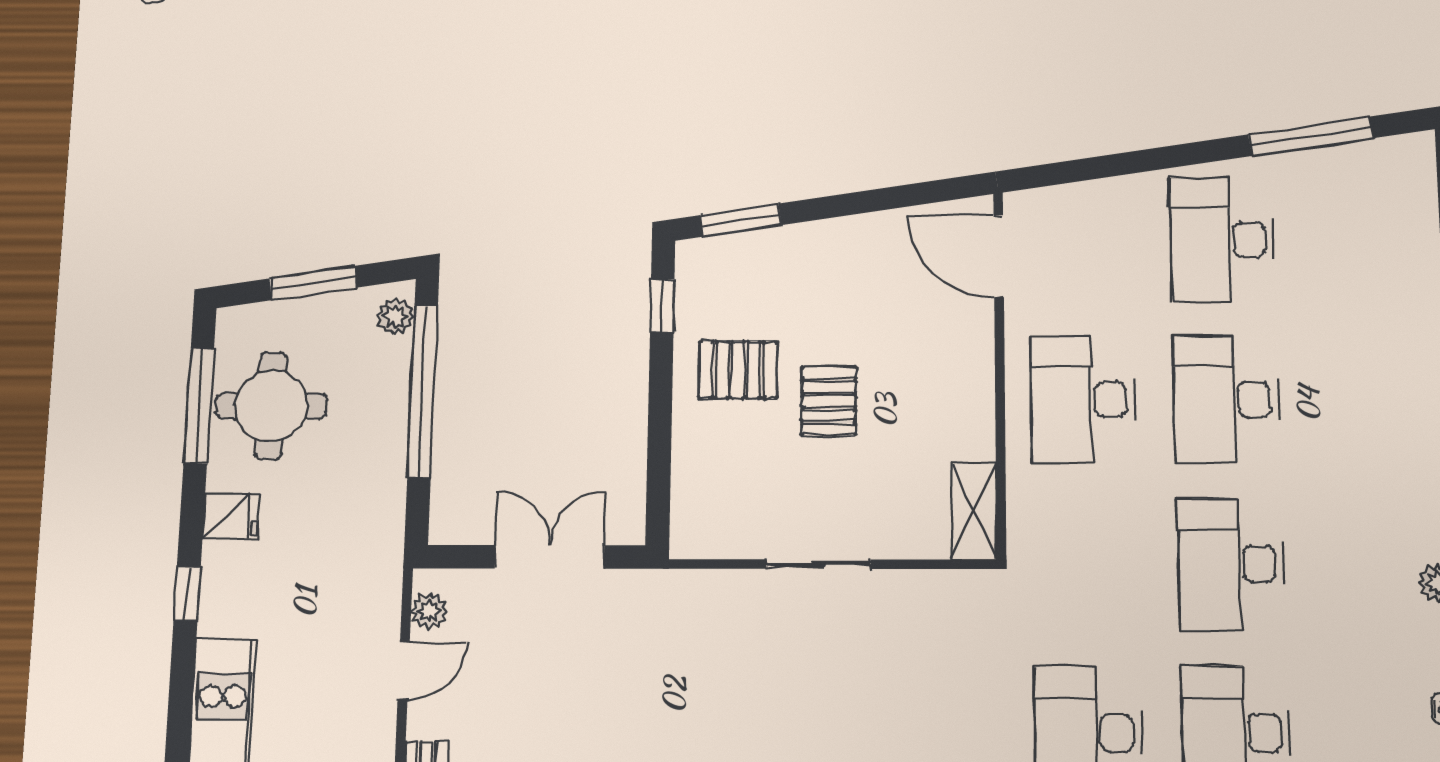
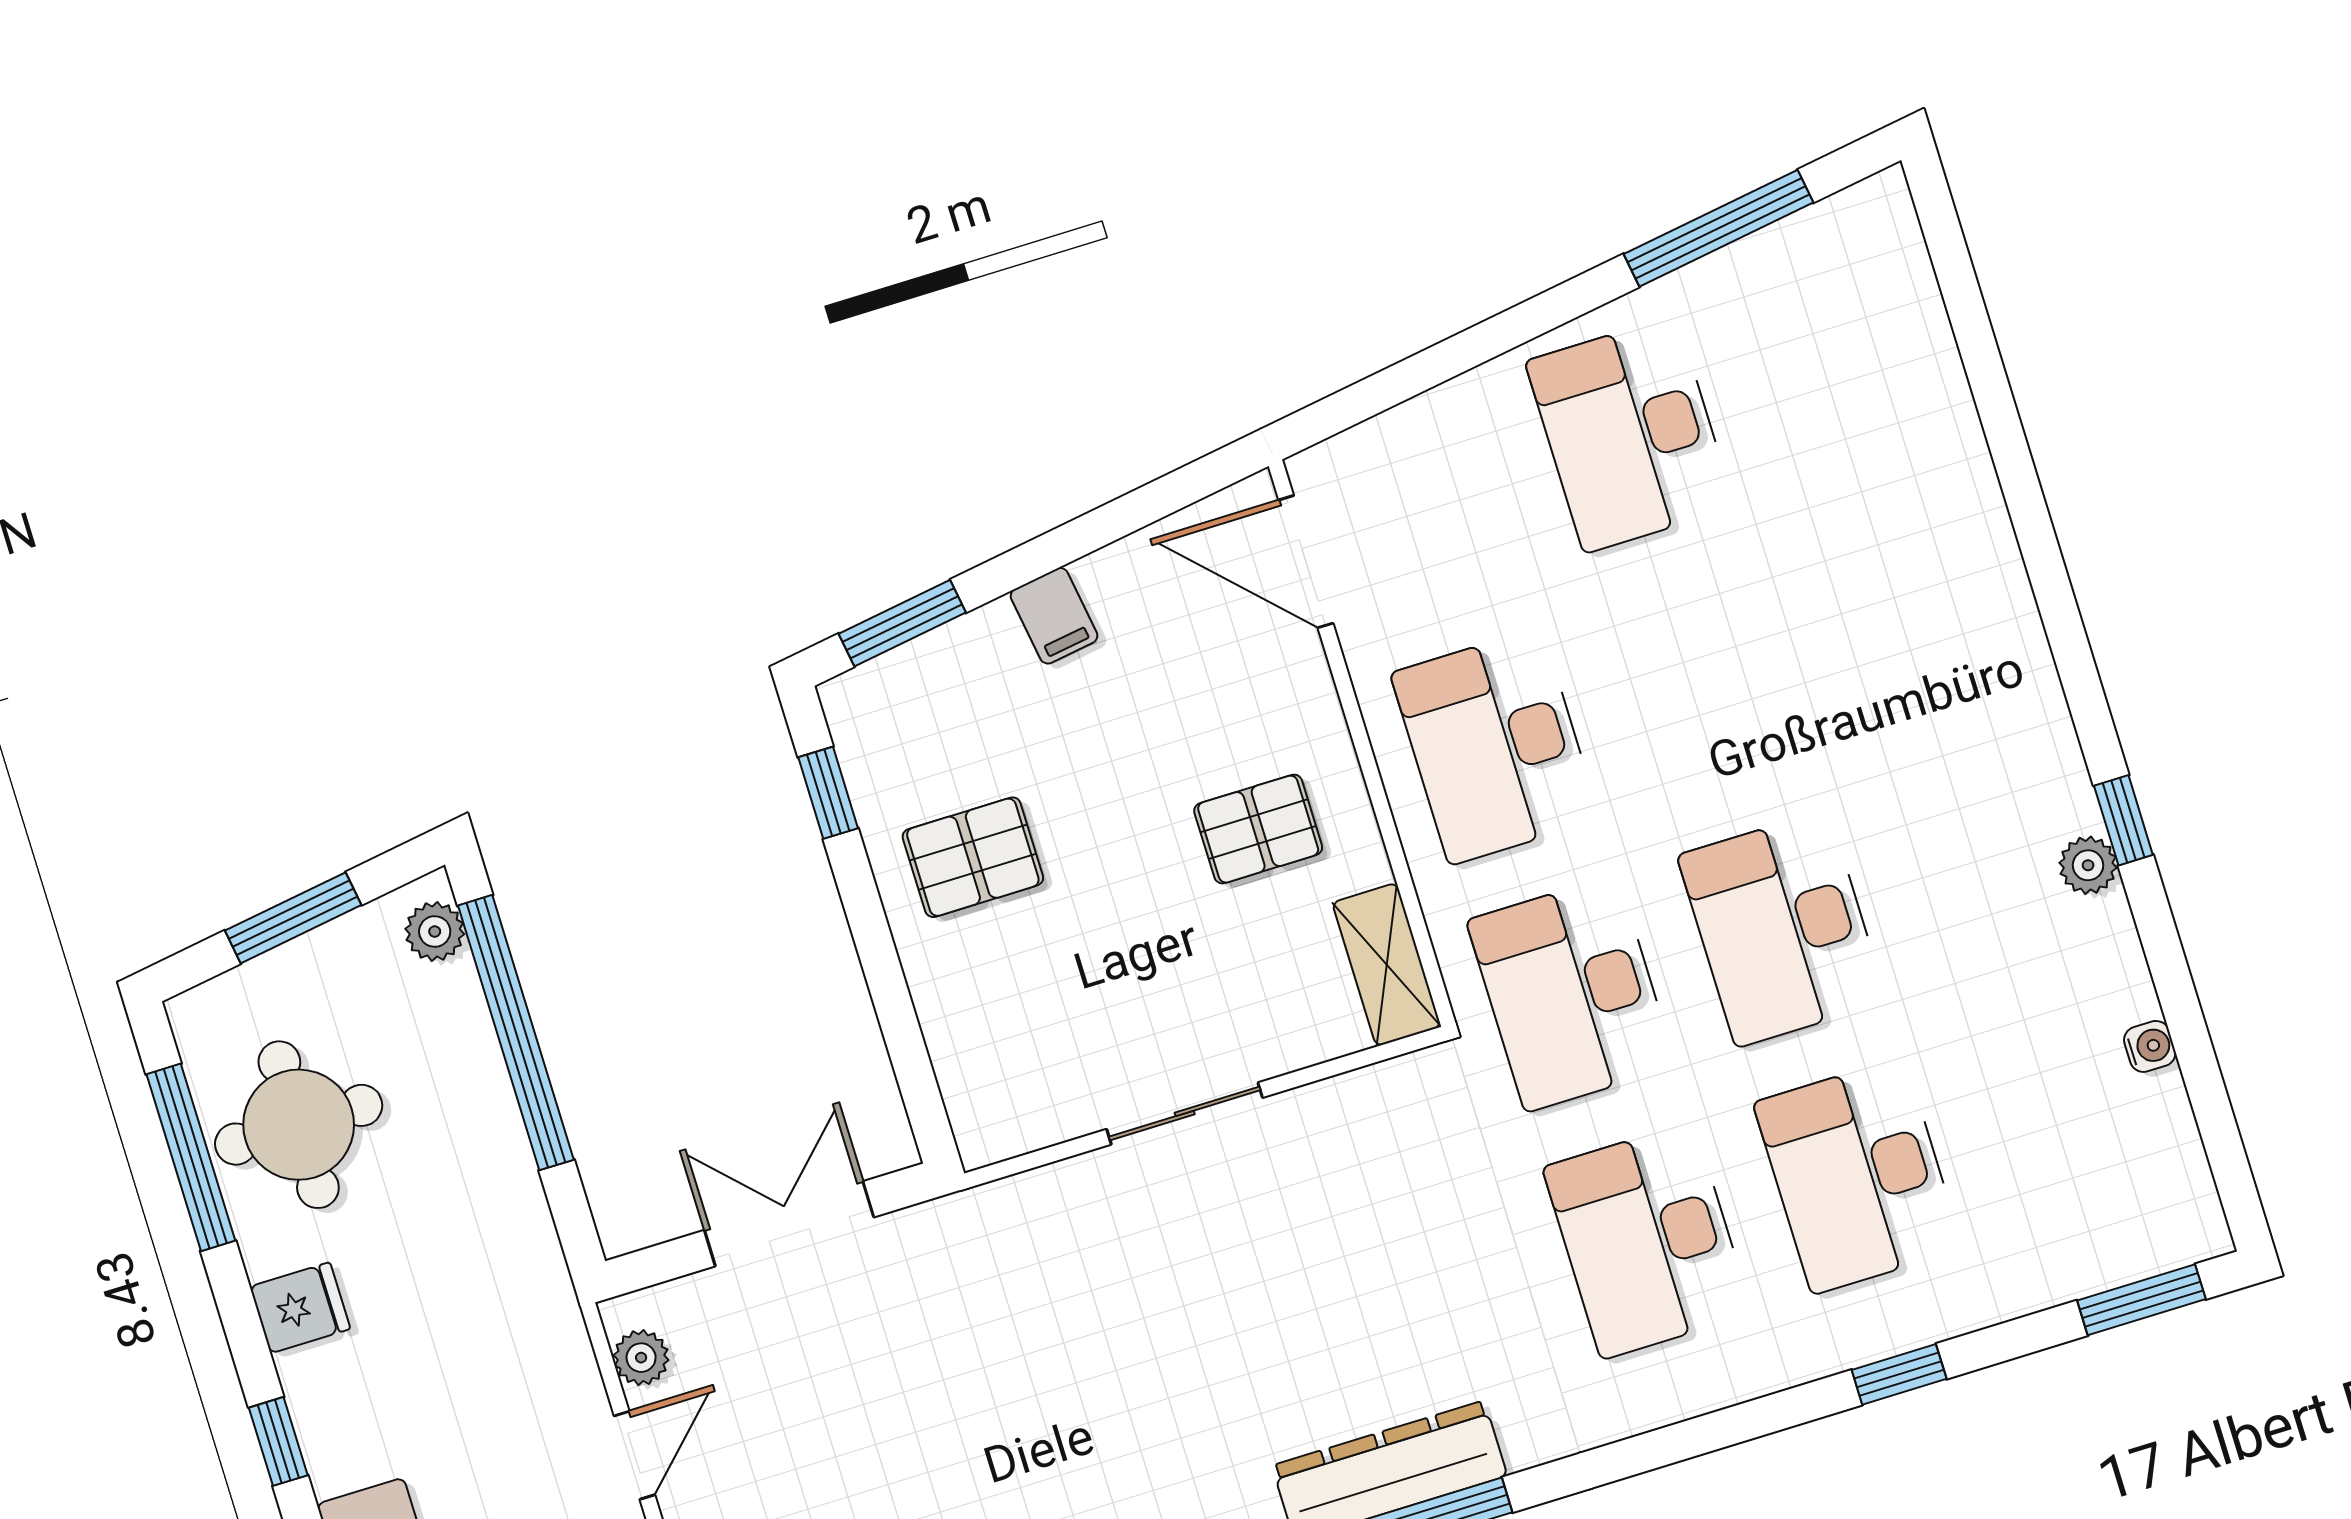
filing cabinet: (834, 243) -> (1054, 616), added
desk: (1226, 399) -> (1571, 993), moved
pallet: (829, 401) -> (1258, 829), moved, turned 90

